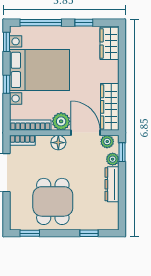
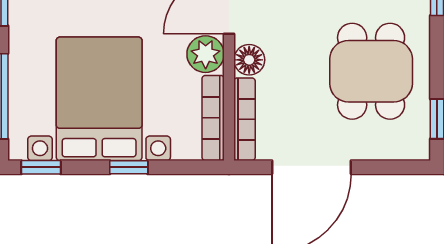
bookcase: (22, 140) -> (244, 119), width x1.56
dining table: (53, 201) -> (371, 71), turned 90

